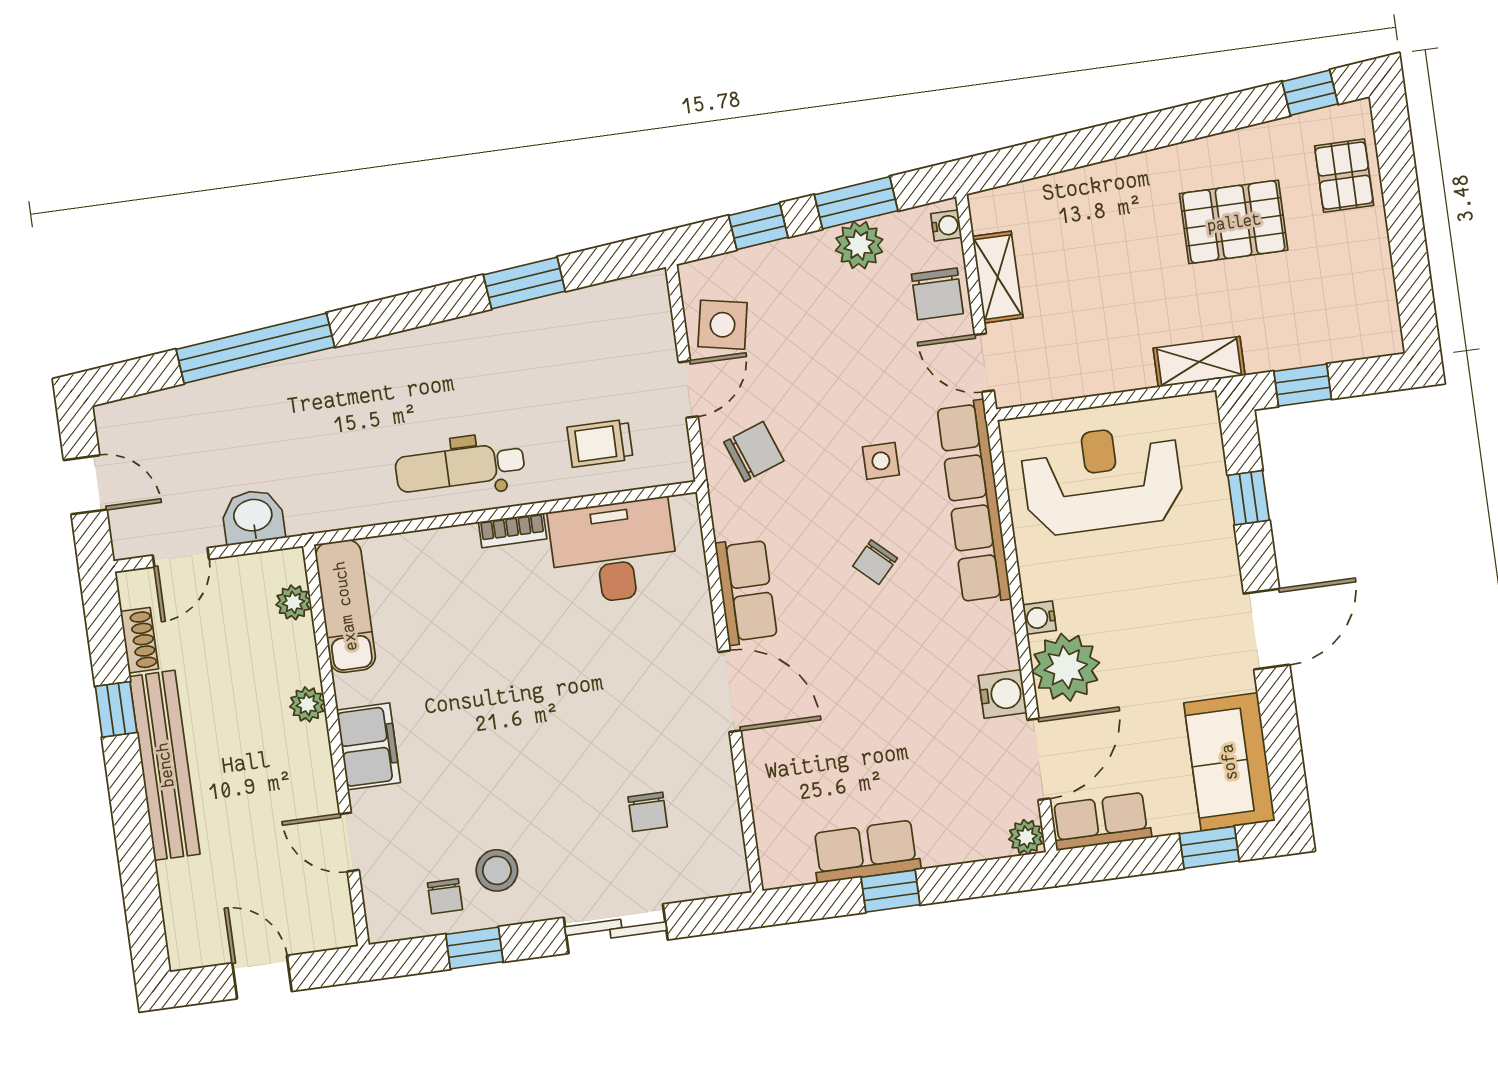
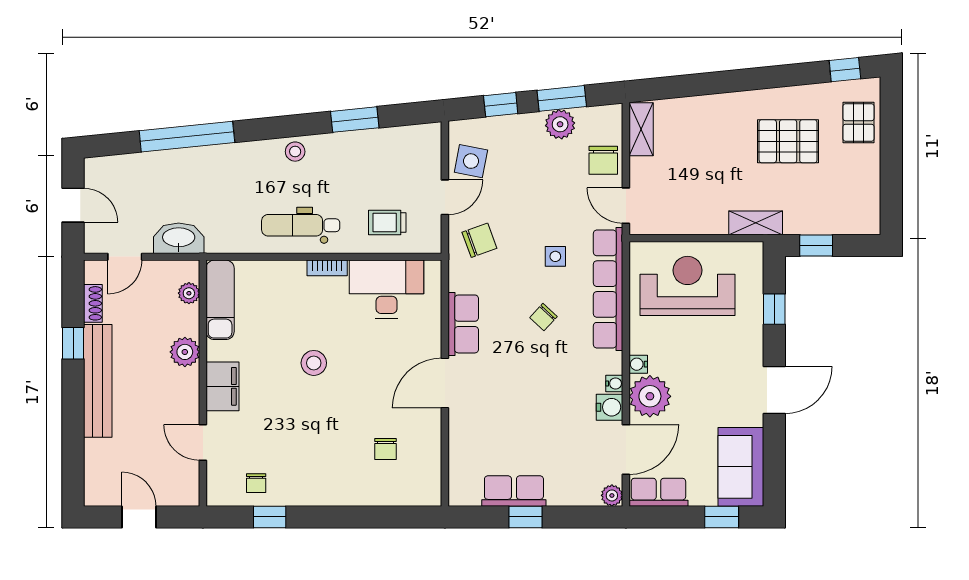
water cooler: (946, 226) -> (614, 383), moved
shelving: (998, 277) -> (641, 129), moved
stool: (434, 348) -> (295, 152), added
washbasin: (253, 517) -> (179, 238), width x1.38
door: (730, 691) -> (445, 383), swing flipped
plant: (307, 704) -> (185, 352), width x1.38, depth x1.38
stool: (497, 870) -> (314, 363), moved
sliding door: (616, 929) -> (357, 517), removed

